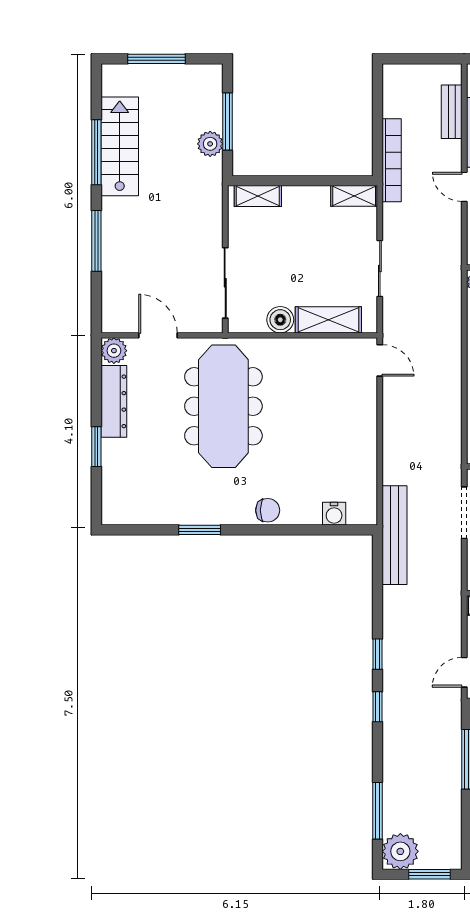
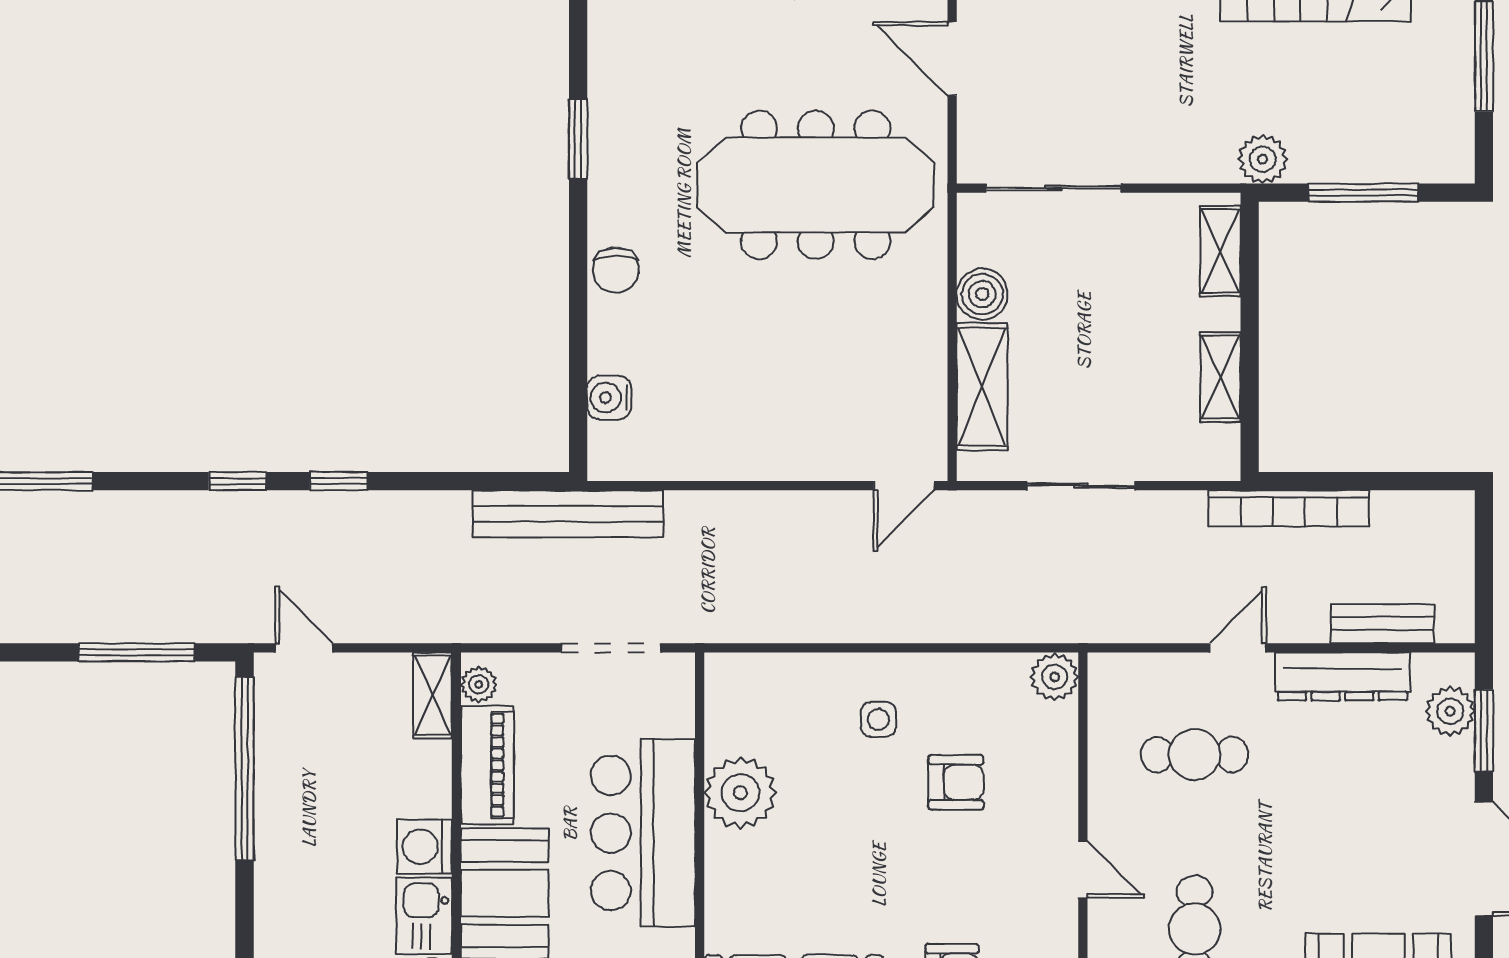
plant: (210, 144) -> (1263, 159), moved
shelving: (354, 196) -> (1220, 377), moved
door: (158, 335) -> (952, 59), swing flipped

